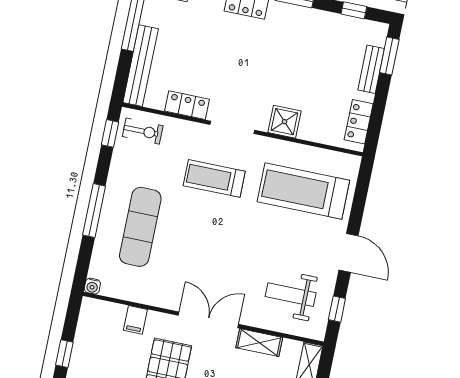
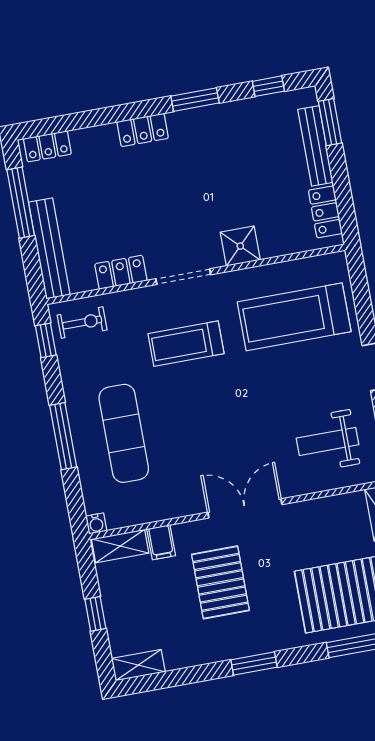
bench: (371, 69) -> (315, 146), width x1.36
shelving: (259, 343) -> (120, 546), moved

